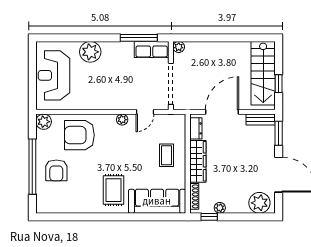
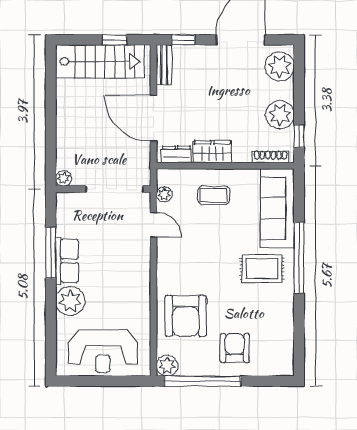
window: (139, 38) -> (51, 253), moved
row of seats: (152, 49) -> (67, 261), moved
plant: (122, 120) -> (164, 194), moved
window: (279, 133) -> (183, 40), width x0.67
wardrobe: (198, 161) -> (212, 152), width x0.67
window: (32, 167) -> (202, 381), moved
armchair: (56, 170) -> (235, 348), turned -90
plant: (220, 208) -> (280, 115), width x1.87, depth x1.87
window: (121, 217) -> (299, 258), added

